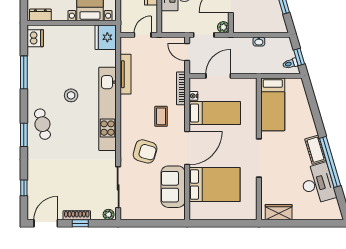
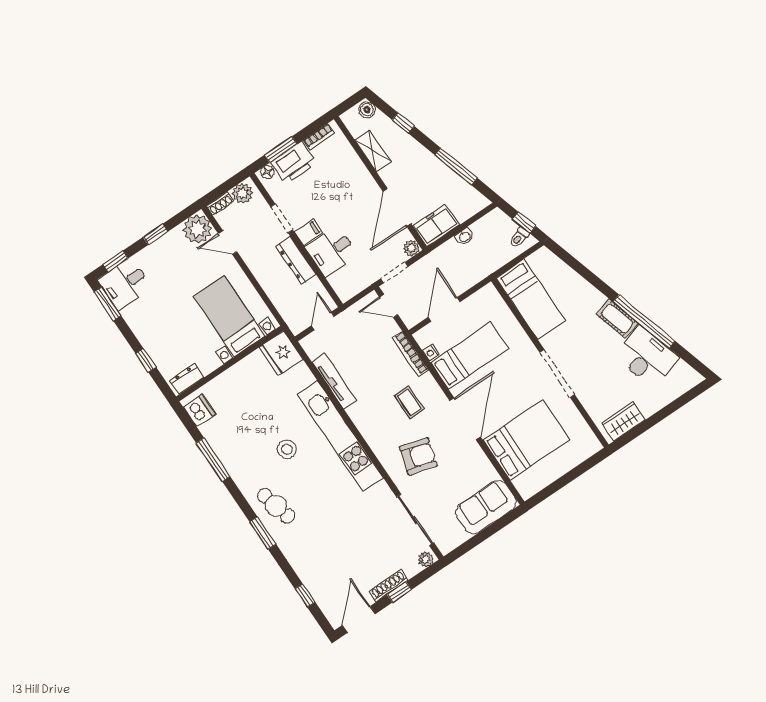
freezer: (247, 24) -> (436, 225), added
sofa: (173, 187) -> (486, 507), moved, turned 90

